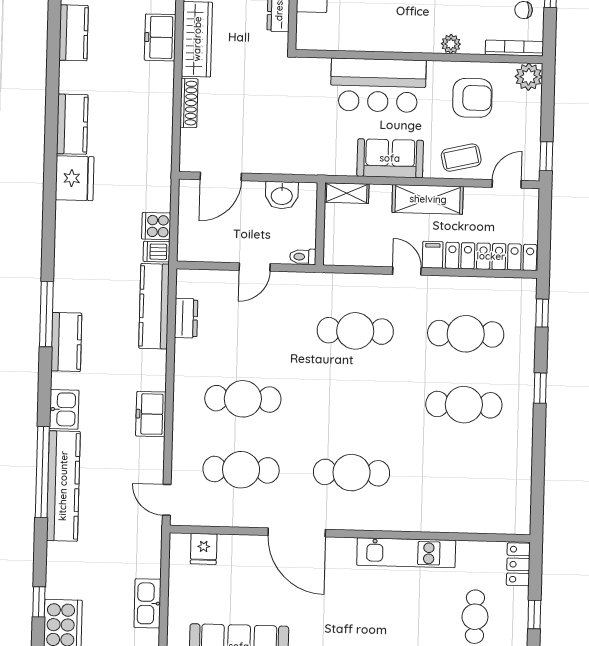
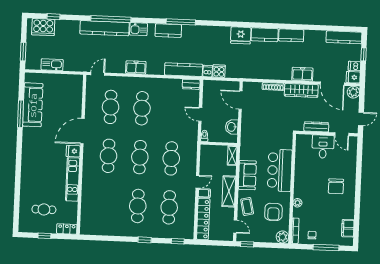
kitchen counter: (74, 33) -> (291, 35), moved
dresser: (186, 318) -> (191, 84), moved
cafe table: (353, 402) -> (140, 157), added
fridge: (204, 549) -> (73, 151), moved

